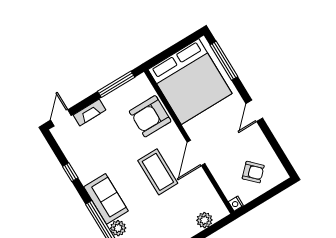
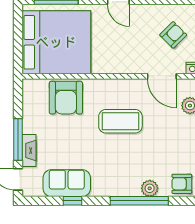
window: (116, 84) -> (18, 140), moved
door: (196, 153) -> (162, 76), moved
sofa: (106, 199) -> (67, 183), moved

